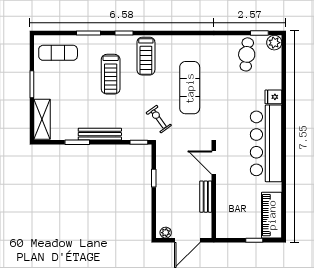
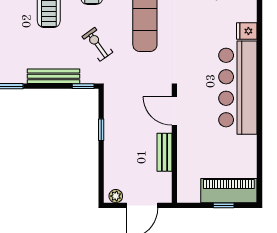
exercise bike: (159, 119) -> (97, 44), moved
bench: (100, 134) -> (53, 76), moved
piano: (272, 215) -> (229, 191), moved, turned 90

